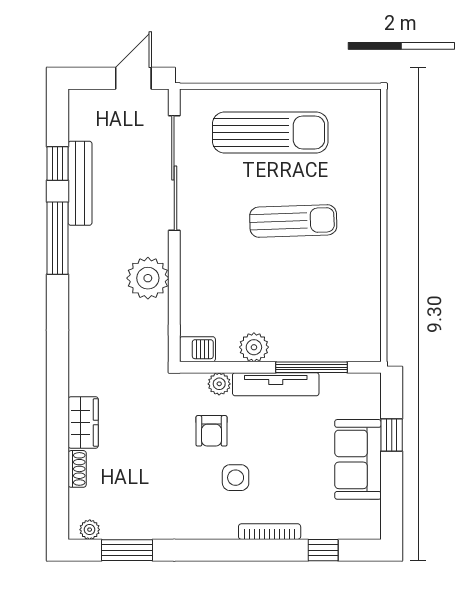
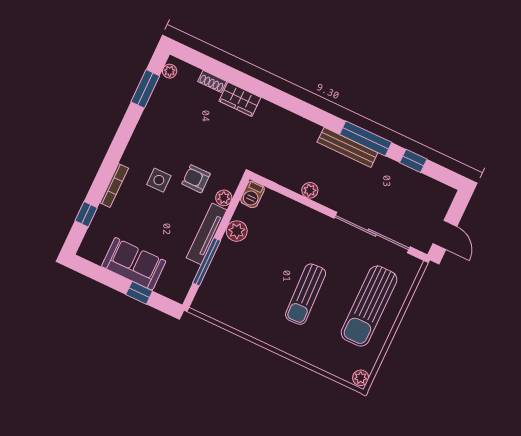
plant: (367, 100) -> (361, 378), added
bench: (80, 183) -> (347, 147), moved
plant: (148, 278) -> (310, 190), width x0.53, depth x0.53

